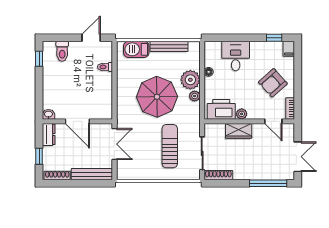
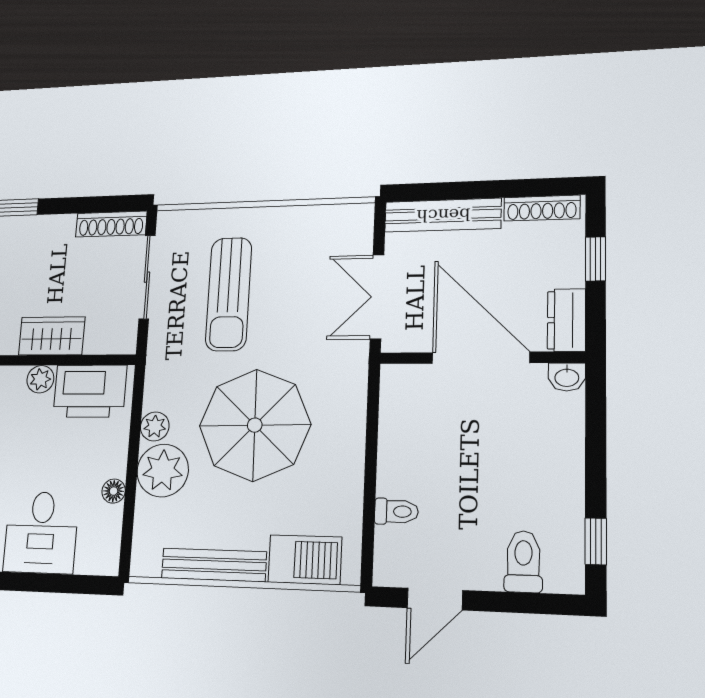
door: (77, 121) -> (481, 358), width x1.36

